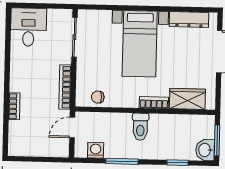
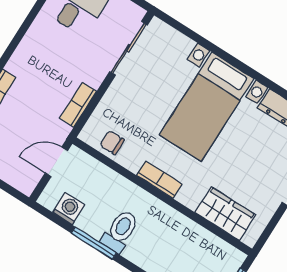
bookcase: (65, 87) -> (78, 105), width x0.64
bookcase: (154, 103) -> (159, 180), moved
toilet: (140, 127) -> (120, 231), moved, turned 180

